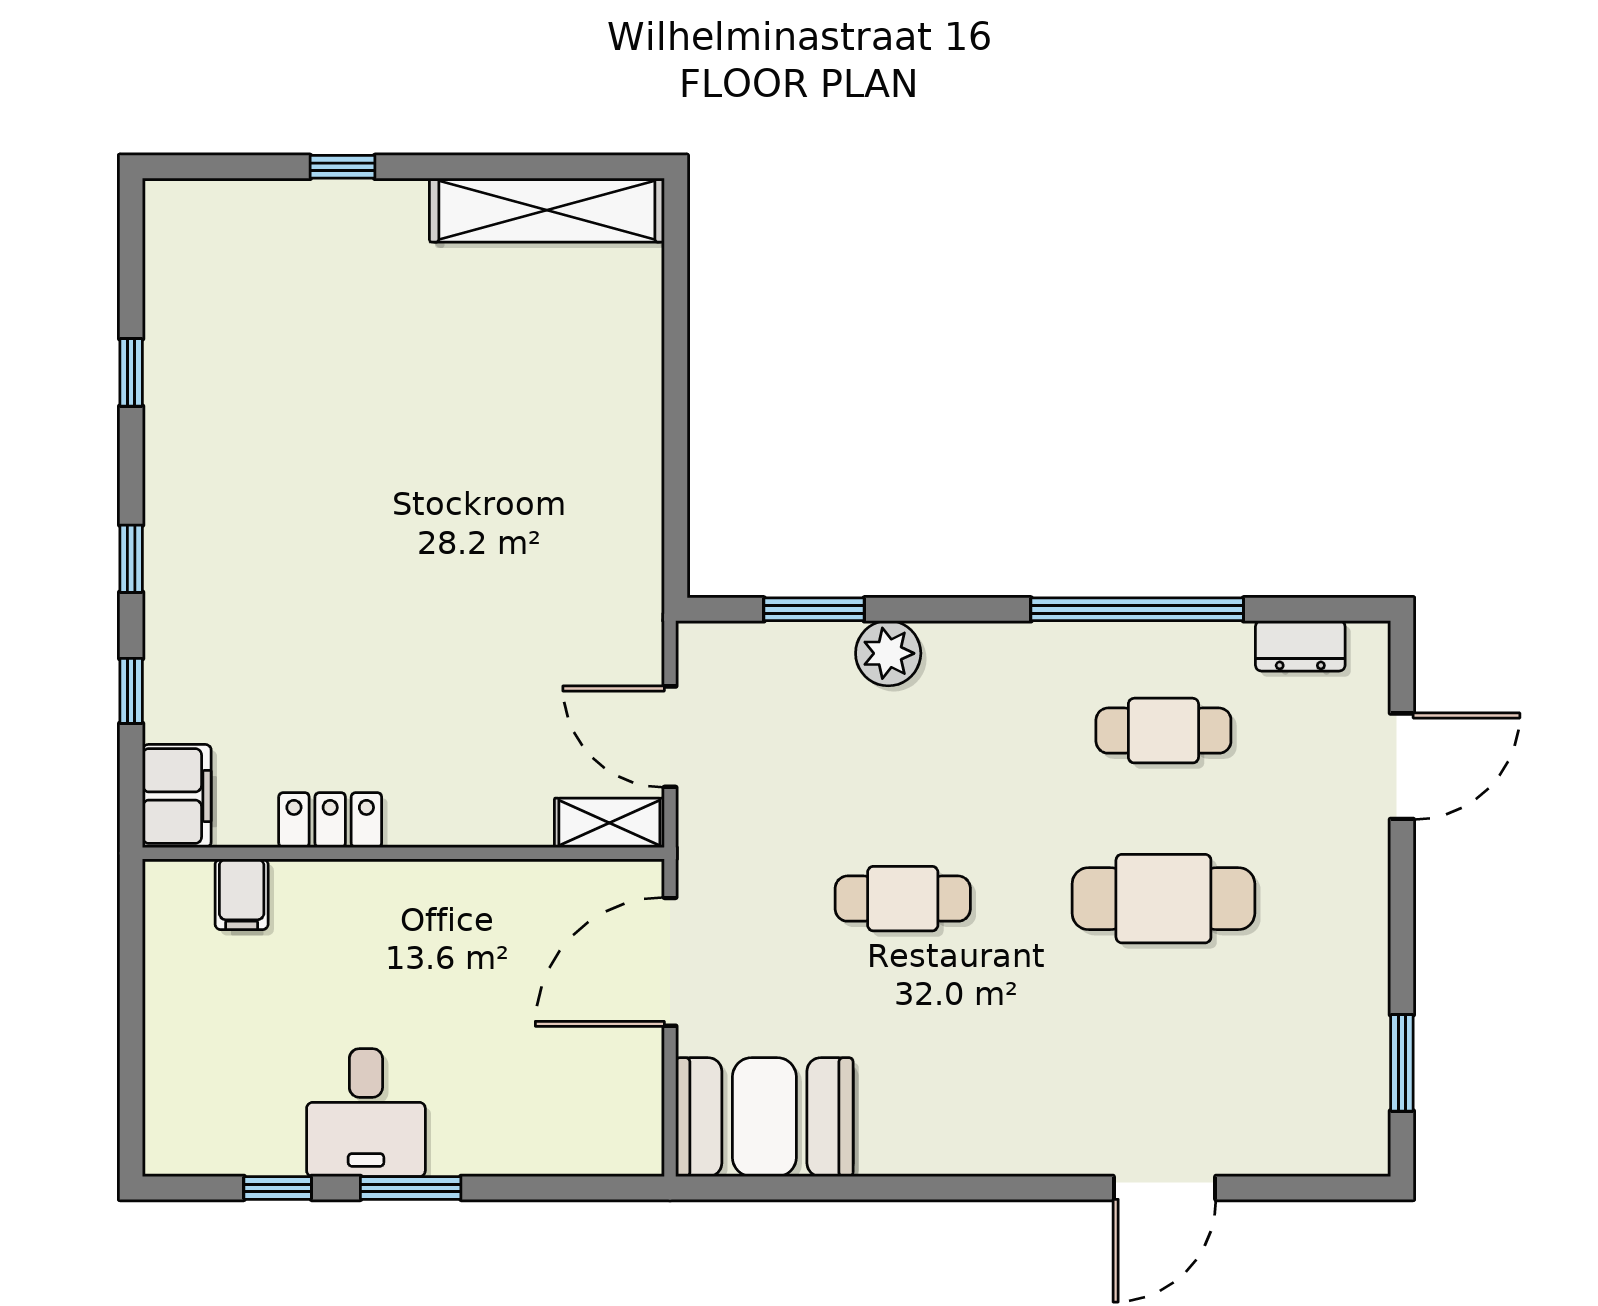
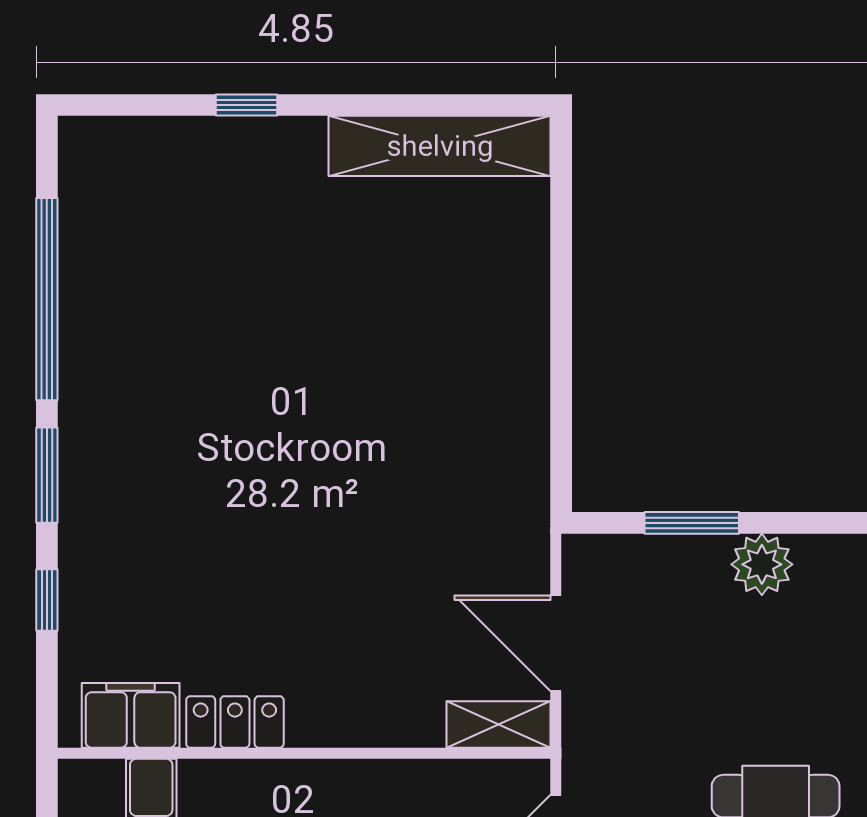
window: (131, 372) -> (47, 299), width x3.17
window: (131, 559) -> (47, 475), width x1.50
filing cabinet: (177, 796) -> (131, 715), moved, turned -90

